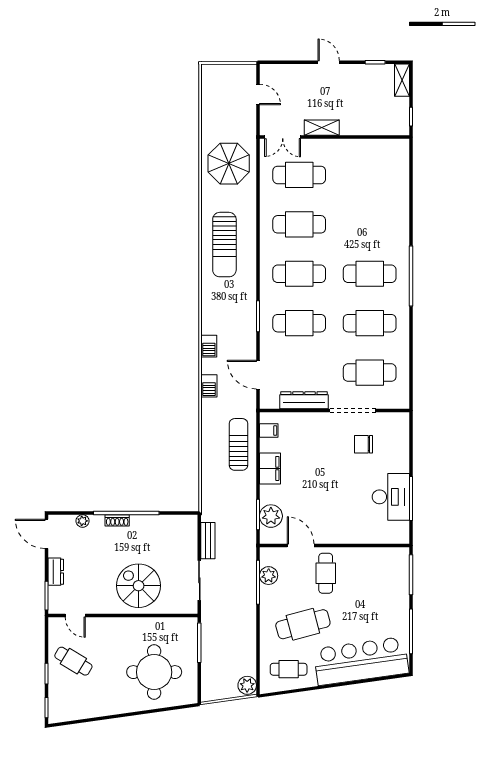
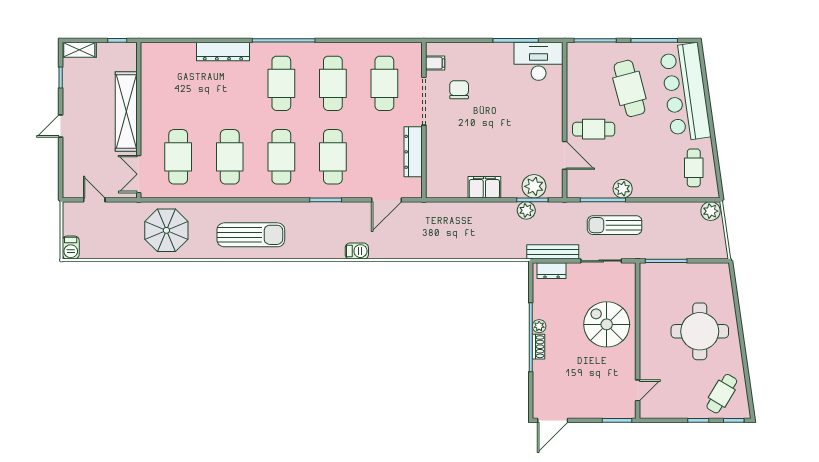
door: (258, 94) -> (94, 200), hinge flipped
shelving: (322, 128) -> (126, 112), width x2.20, depth x1.33
double door: (283, 137) -> (139, 174), swing flipped
dresser: (400, 218) -> (223, 51), added
barbecue: (209, 386) -> (71, 247), moved, turned 90
filing cabinet: (269, 431) -> (435, 63), moved, turned 90
sun lounger: (238, 444) -> (615, 225), moved
chair: (363, 444) -> (459, 90), turned 180
desk: (391, 497) -> (539, 61), moved
plant: (248, 509) -> (526, 210), added
plant: (83, 521) -> (539, 326), moved
bench: (208, 541) -> (553, 252), width x1.36
door: (301, 545) -> (565, 155), swing flipped
dresser: (56, 572) -> (552, 271), moved, turned 180
plant: (269, 576) -> (623, 189), moved
spiral stairs: (139, 586) -> (607, 324), turned 90
cafe table: (303, 624) -> (629, 88), moved
cafe table: (73, 661) -> (722, 394), moved
round table: (154, 672) -> (700, 331), moved

